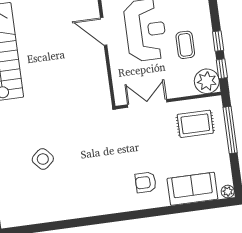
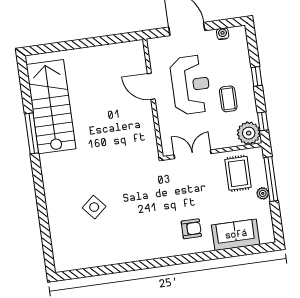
window: (218, 41) -> (257, 76), moved
rug: (195, 124) -> (238, 173), turned 90
armchair: (146, 182) -> (191, 229), turned 180
plant: (228, 192) -> (263, 193), moved

